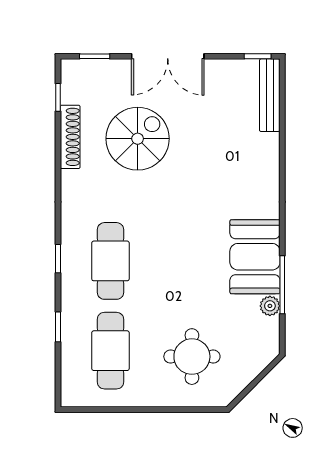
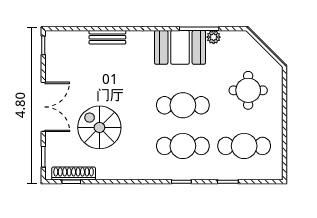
bench: (270, 95) -> (107, 37), moved, width x0.73
shoe rack: (70, 137) -> (74, 173), moved
cafe table: (170, 261) -> (183, 105), added

